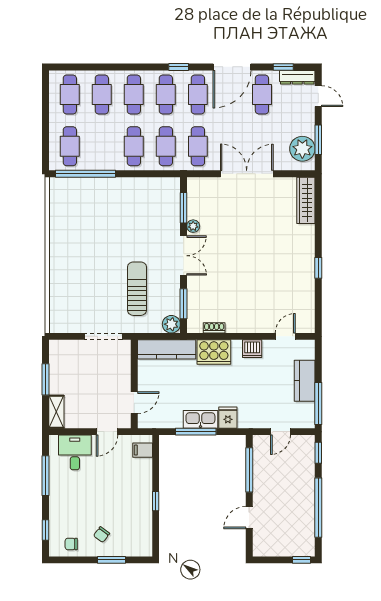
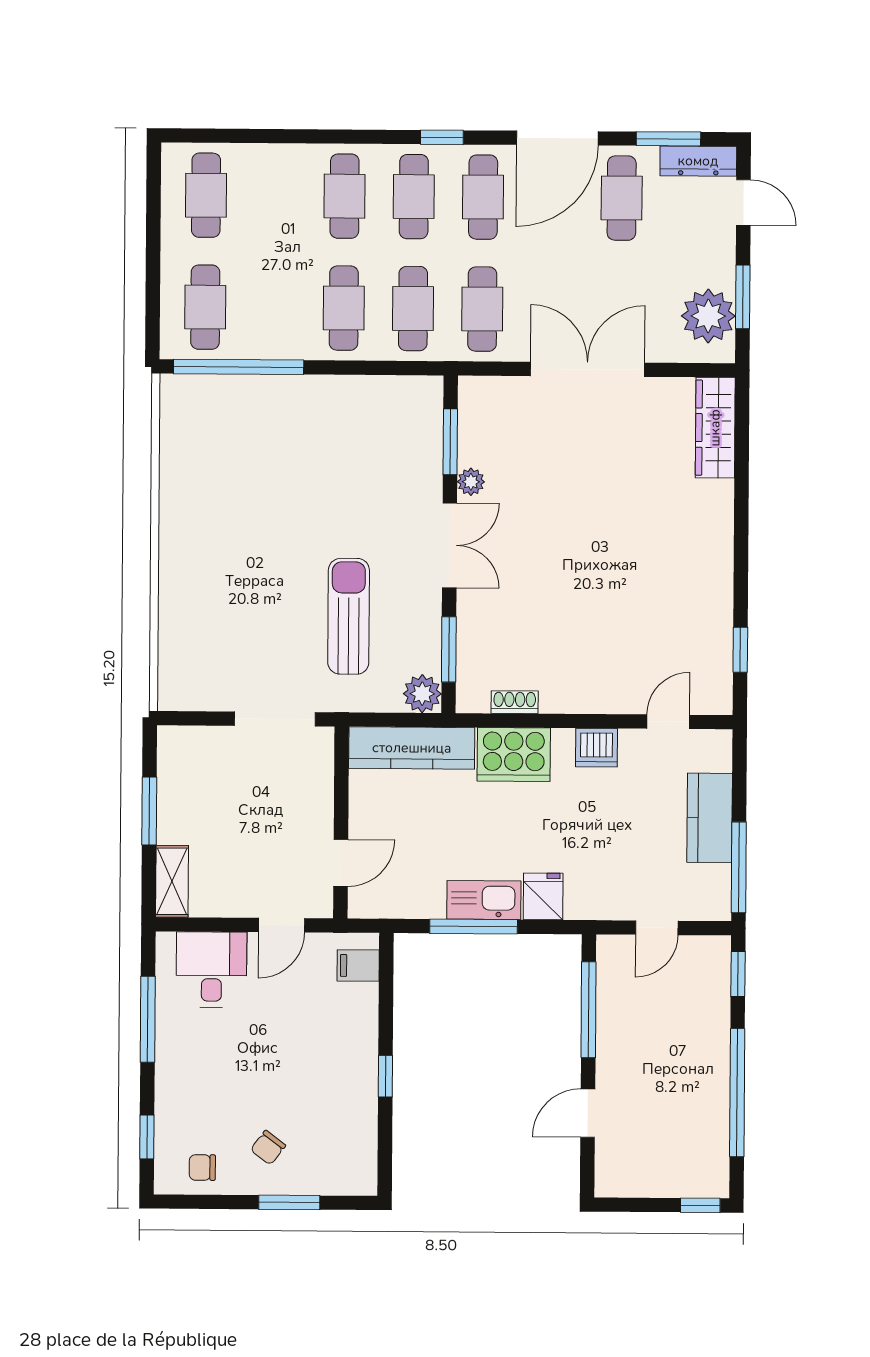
window: (283, 67) -> (668, 139), width x1.50
cafe table: (102, 94) -> (275, 196), removed
window: (318, 268) -> (740, 650), moved

